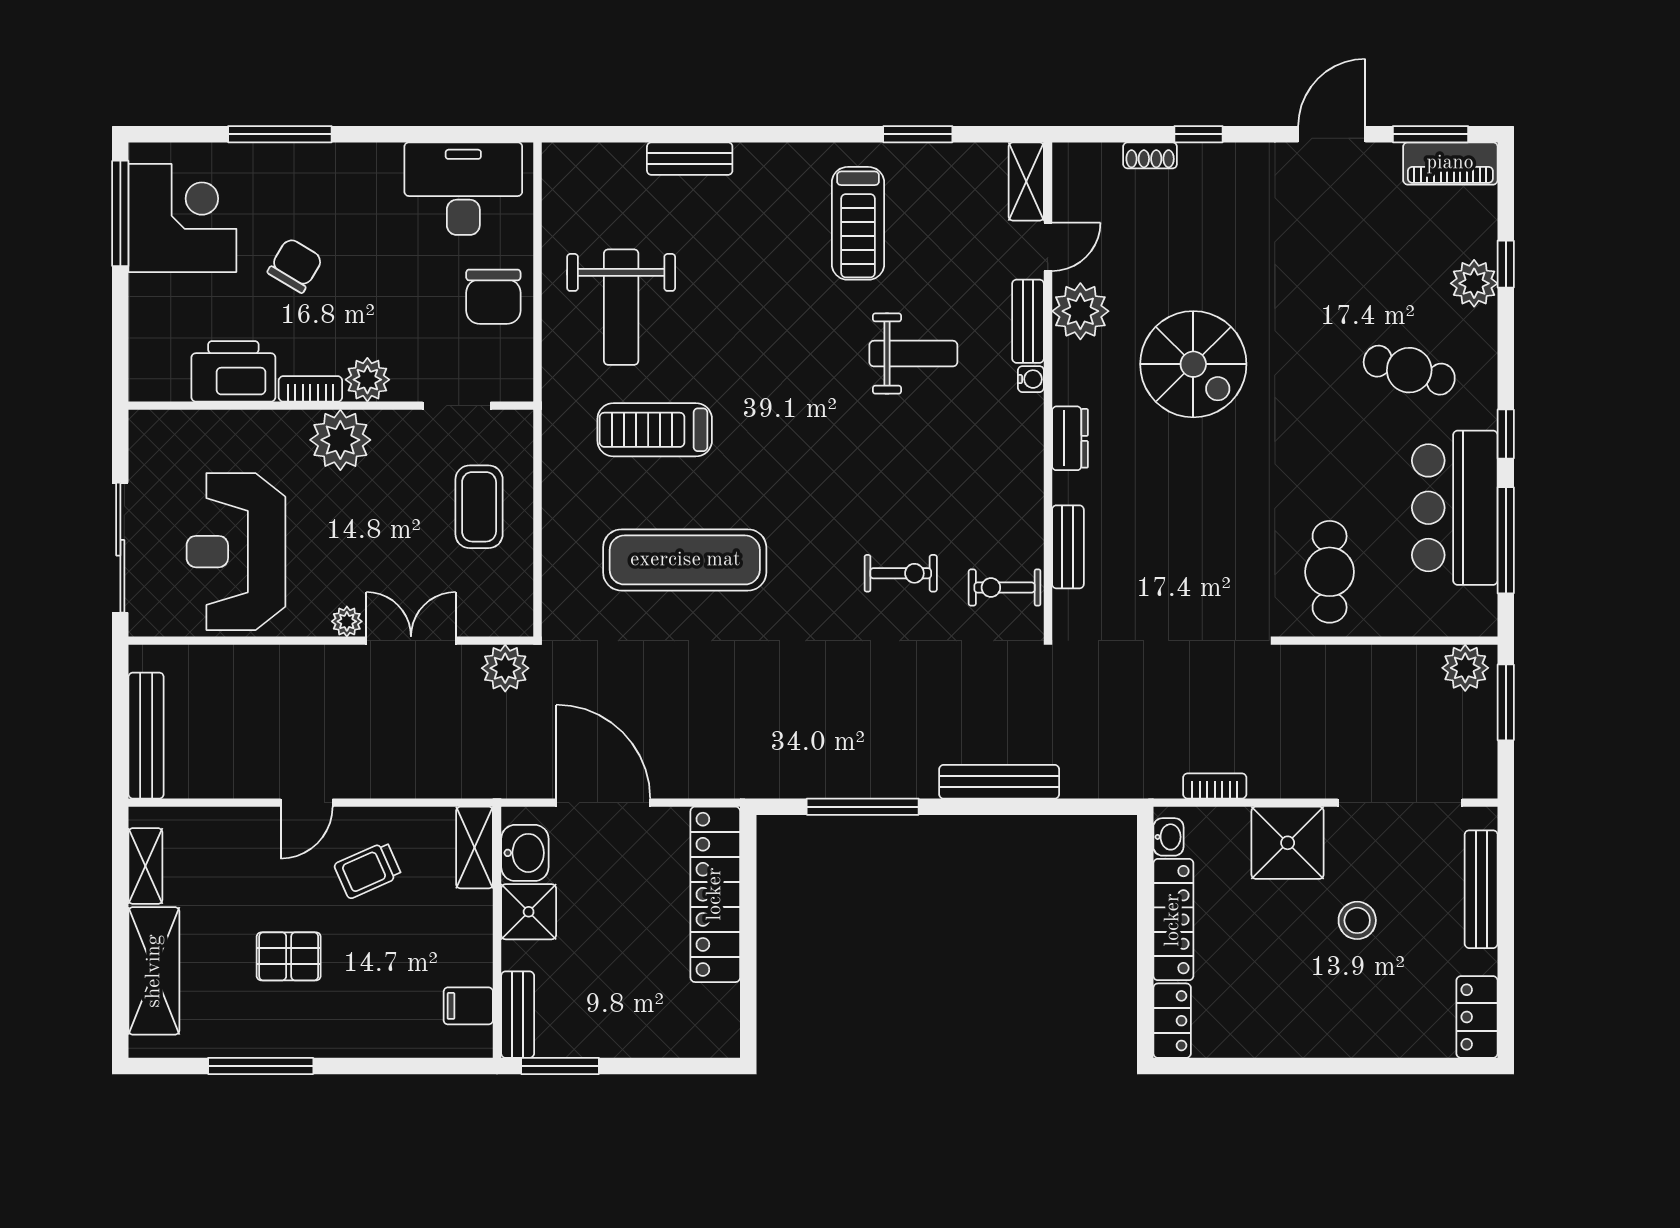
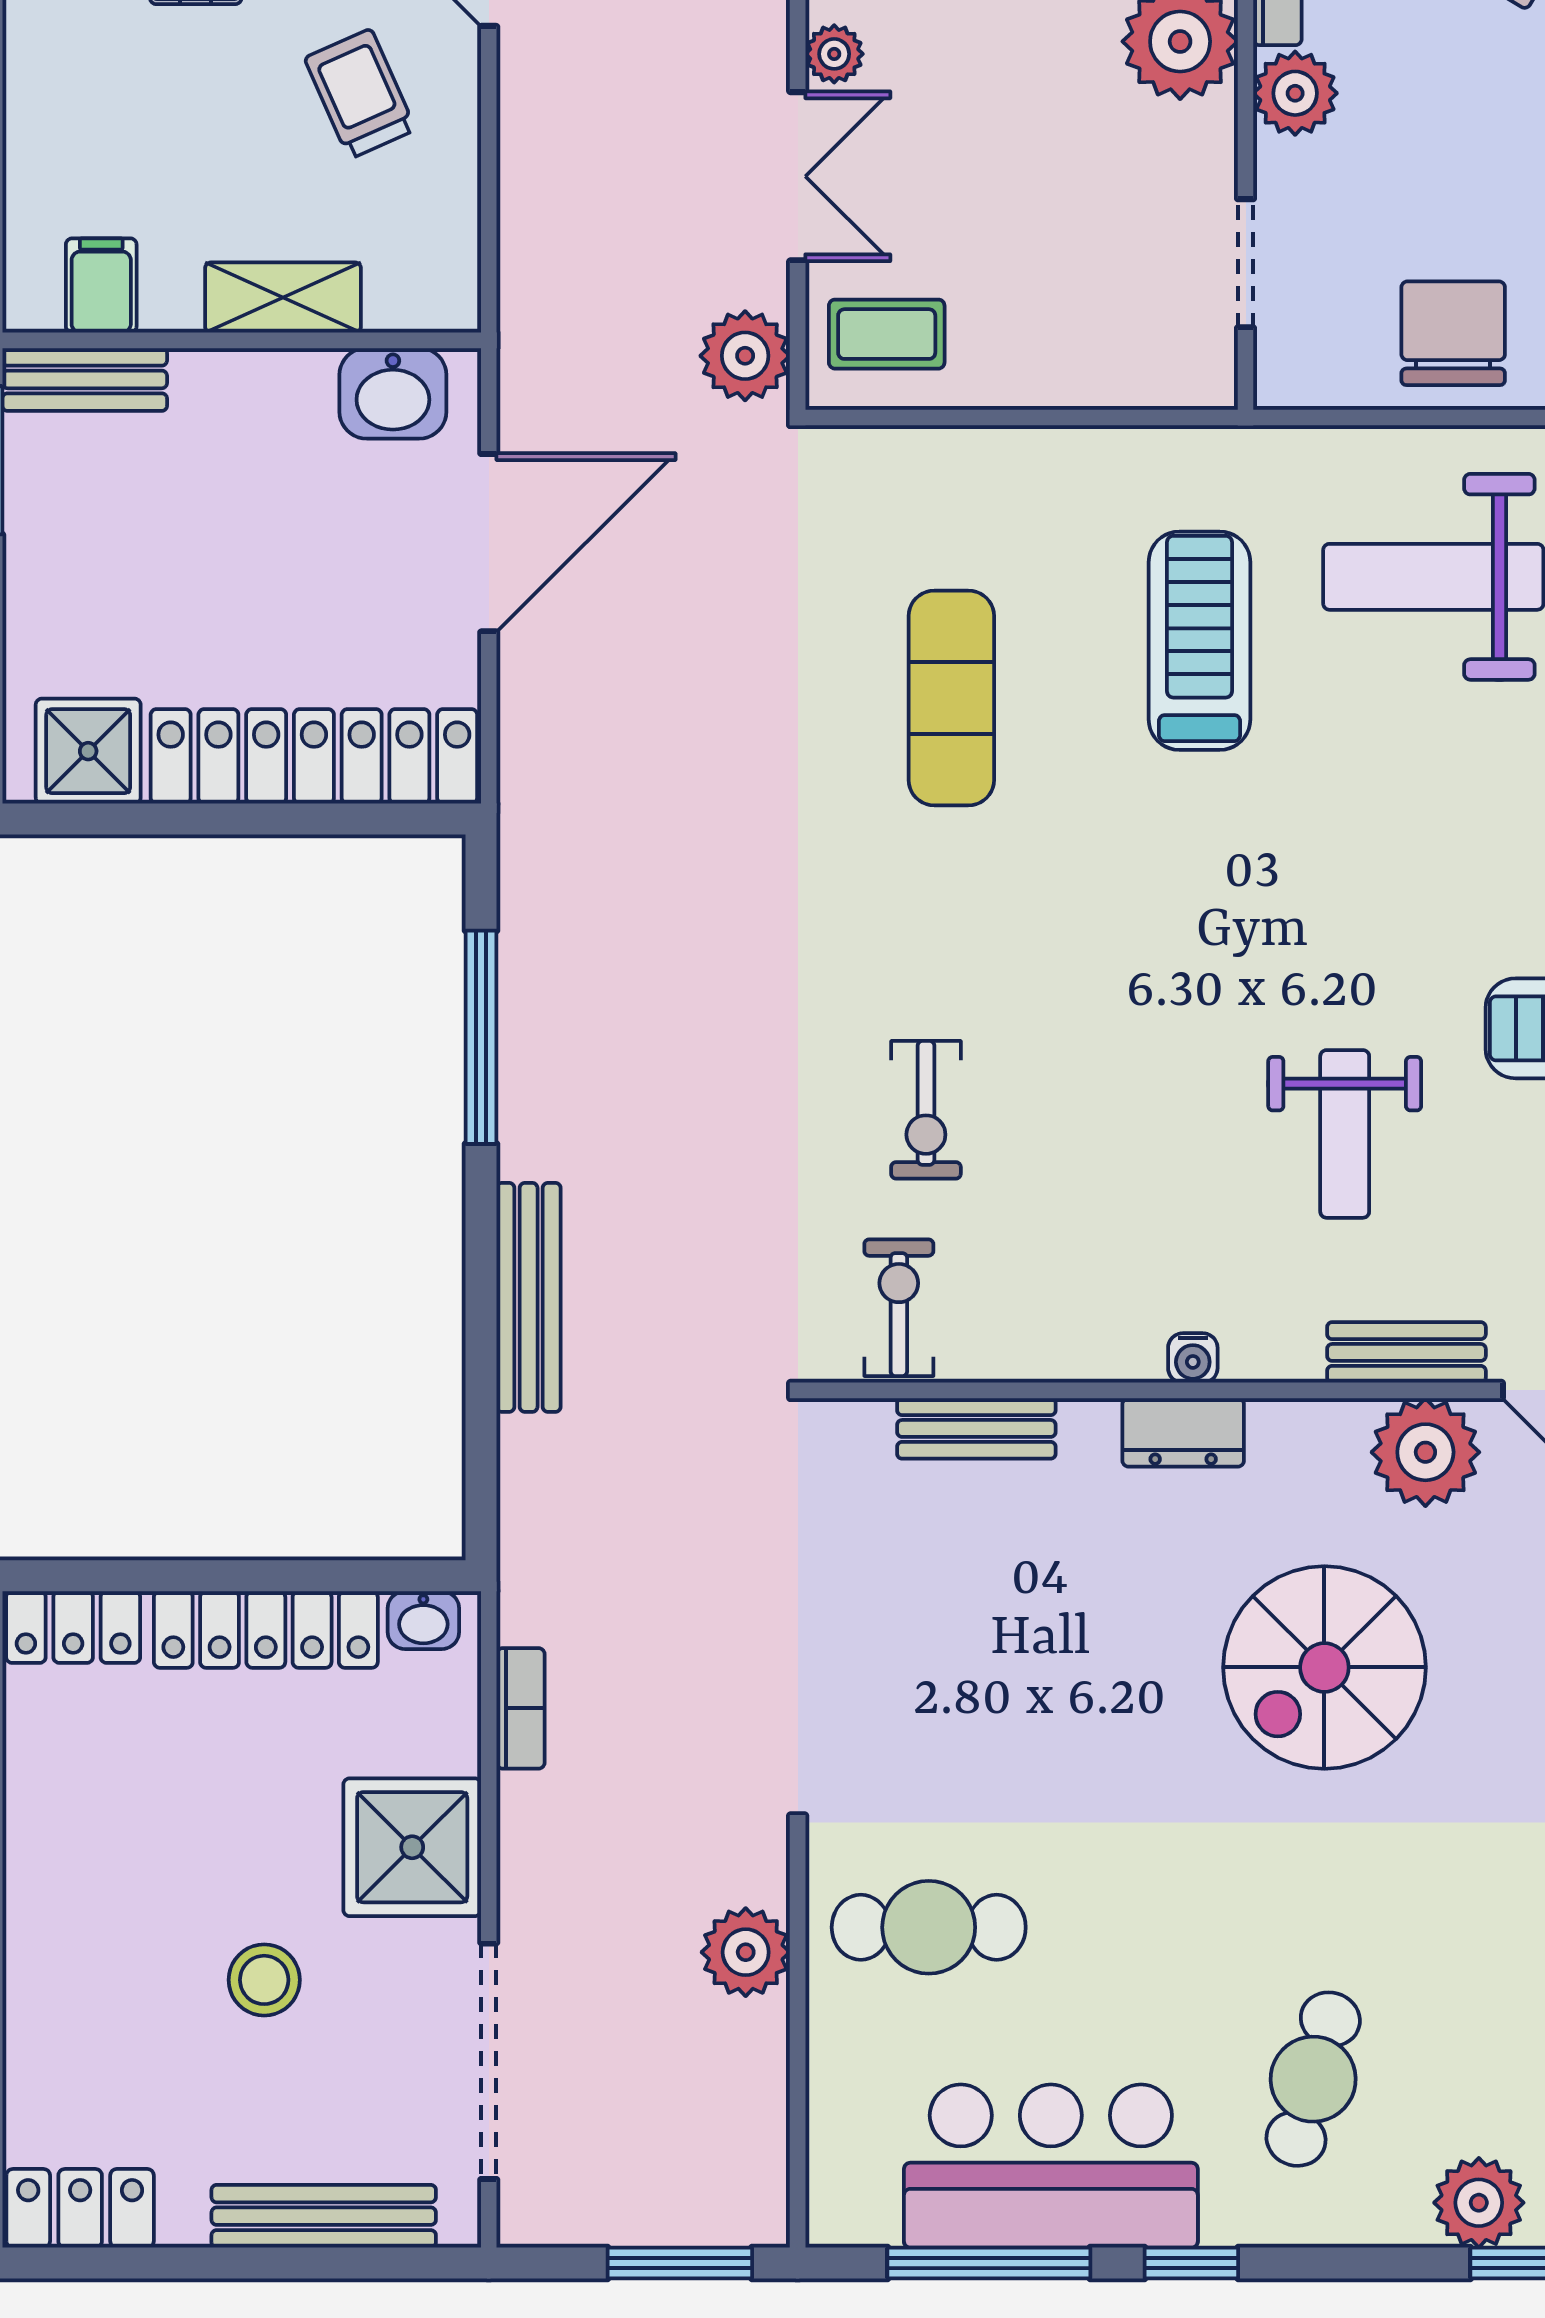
chair: (493, 297) -> (1453, 333), turned 90
water cooler: (1031, 379) -> (1193, 1358), moved
coffee table: (479, 507) -> (887, 334), moved, width x0.73, depth x0.77
exercise mat: (685, 560) -> (951, 698), width x0.73, depth x0.69
plant: (1465, 668) -> (746, 1952), moved
shelving: (475, 848) -> (283, 297), moved
shower: (529, 912) -> (88, 751), moved

